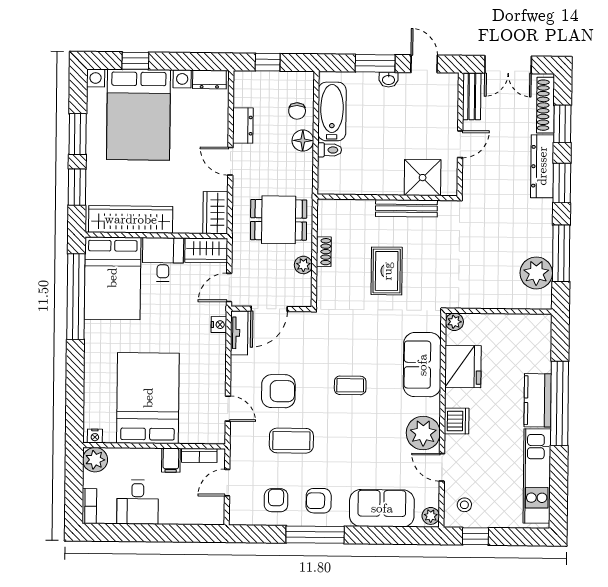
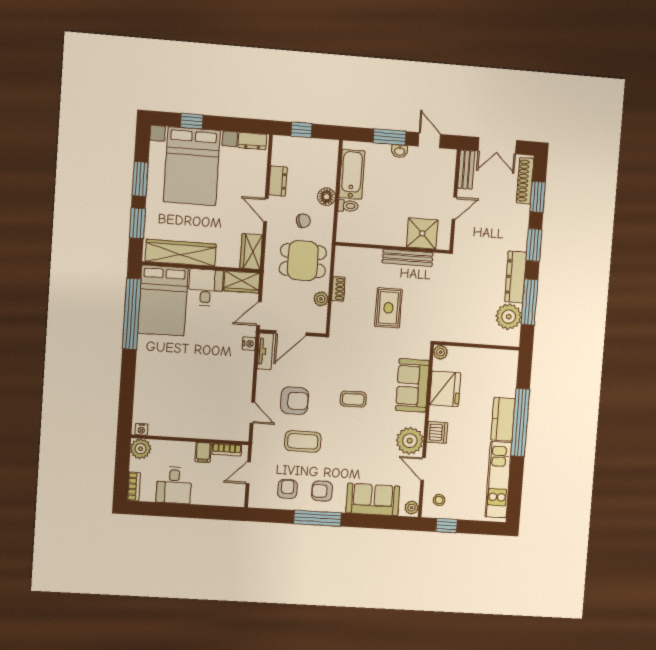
chair: (297, 111) -> (303, 221), moved, turned -106
dresser: (542, 166) -> (516, 277), moved
bed: (148, 398) -> (187, 401), removed

